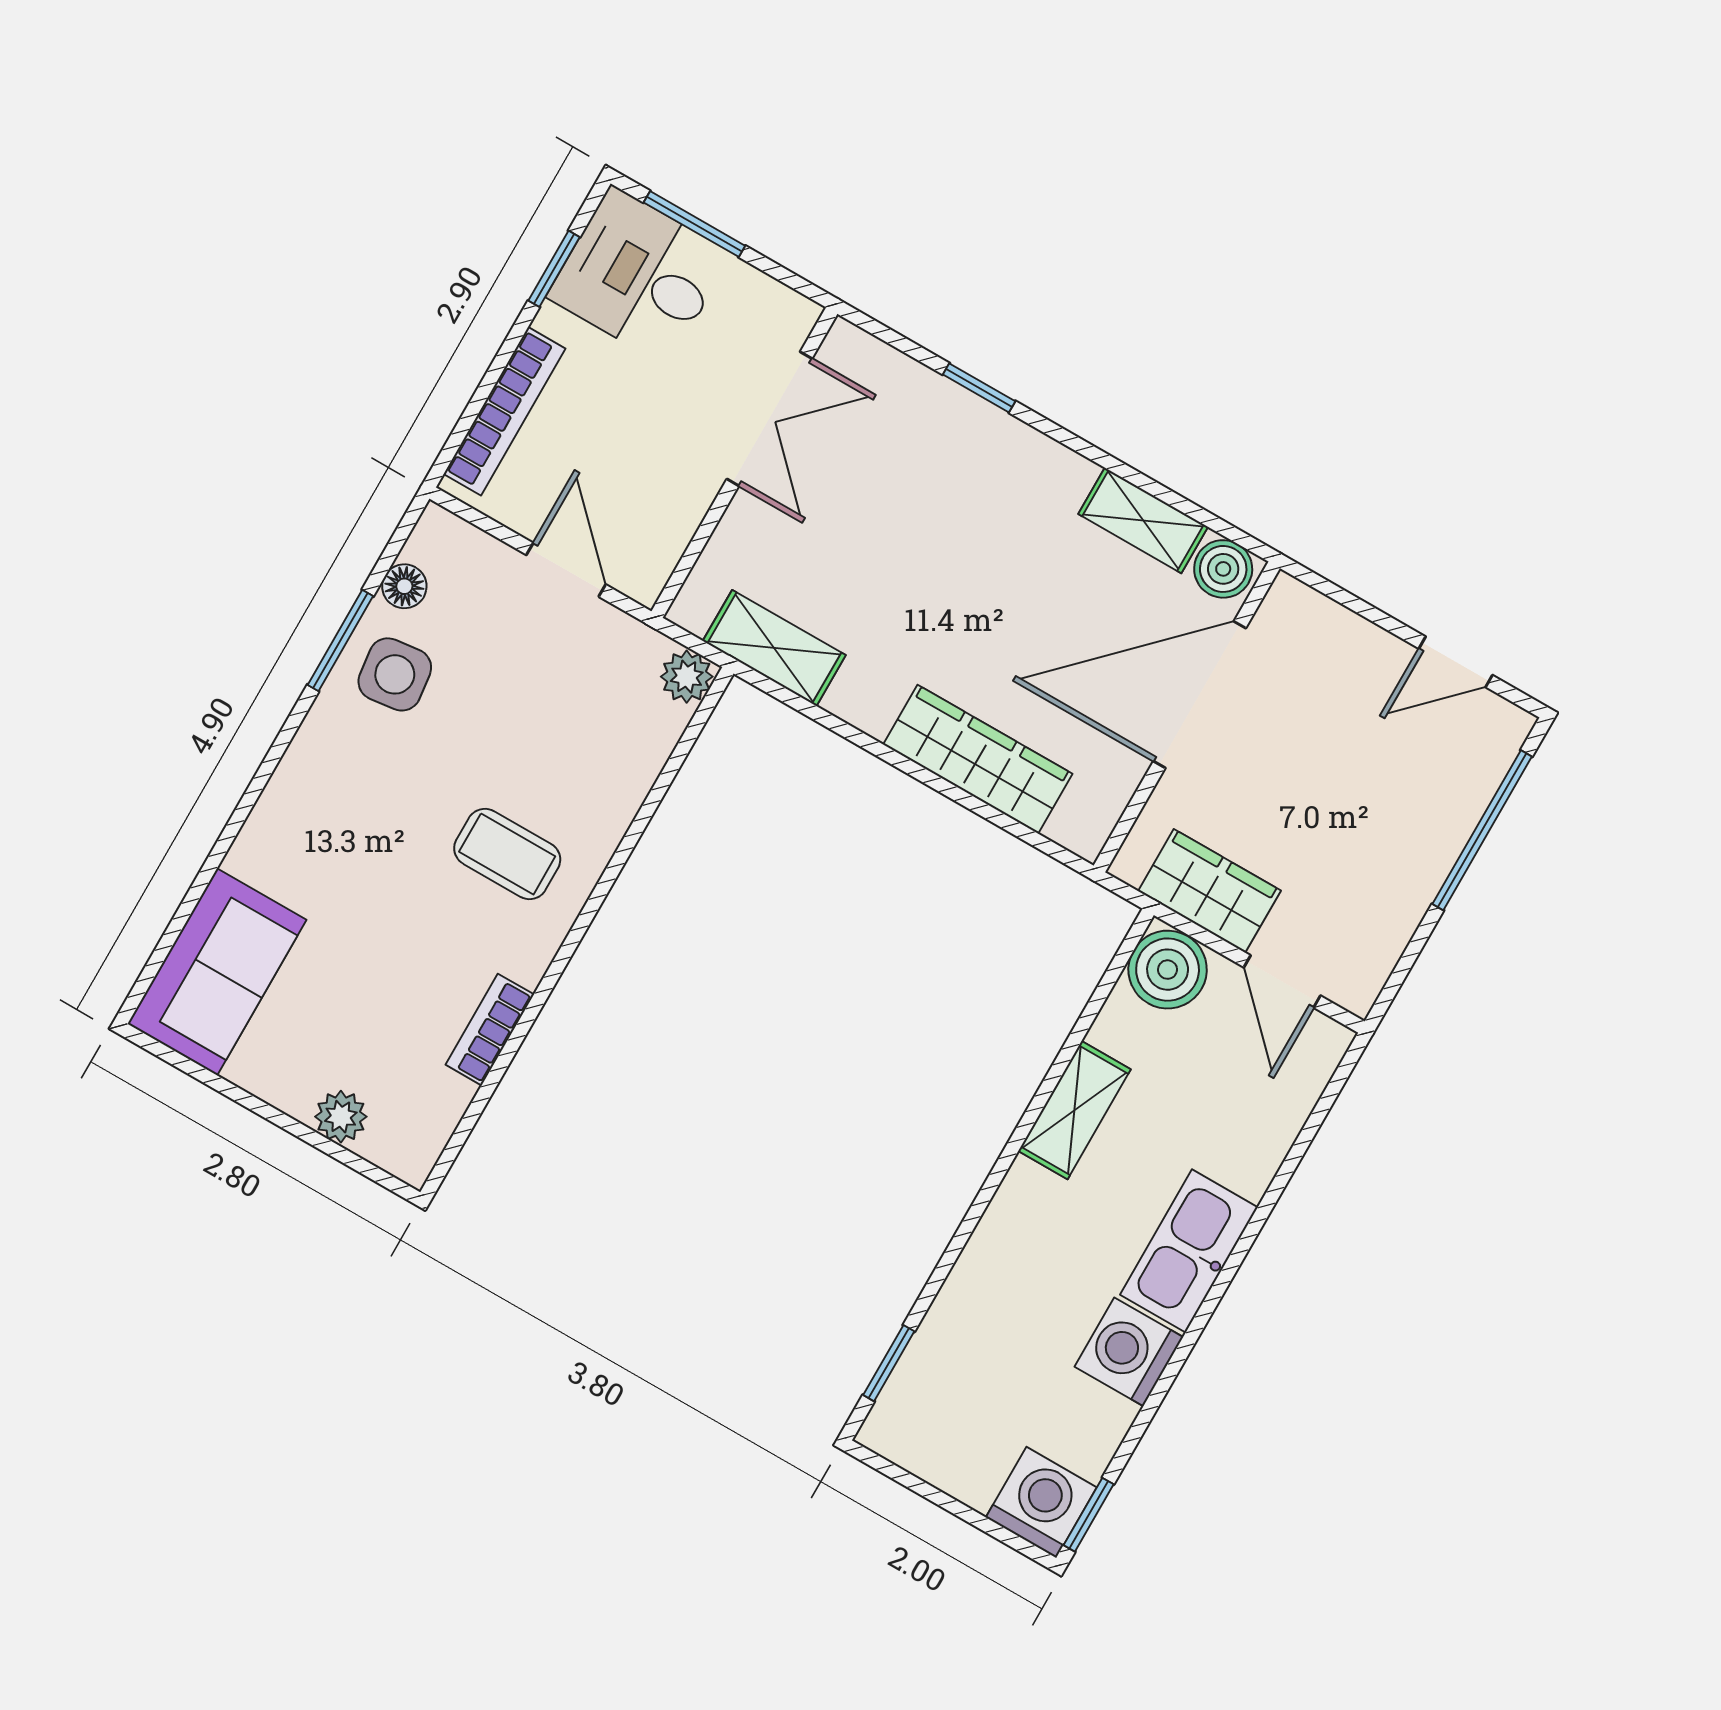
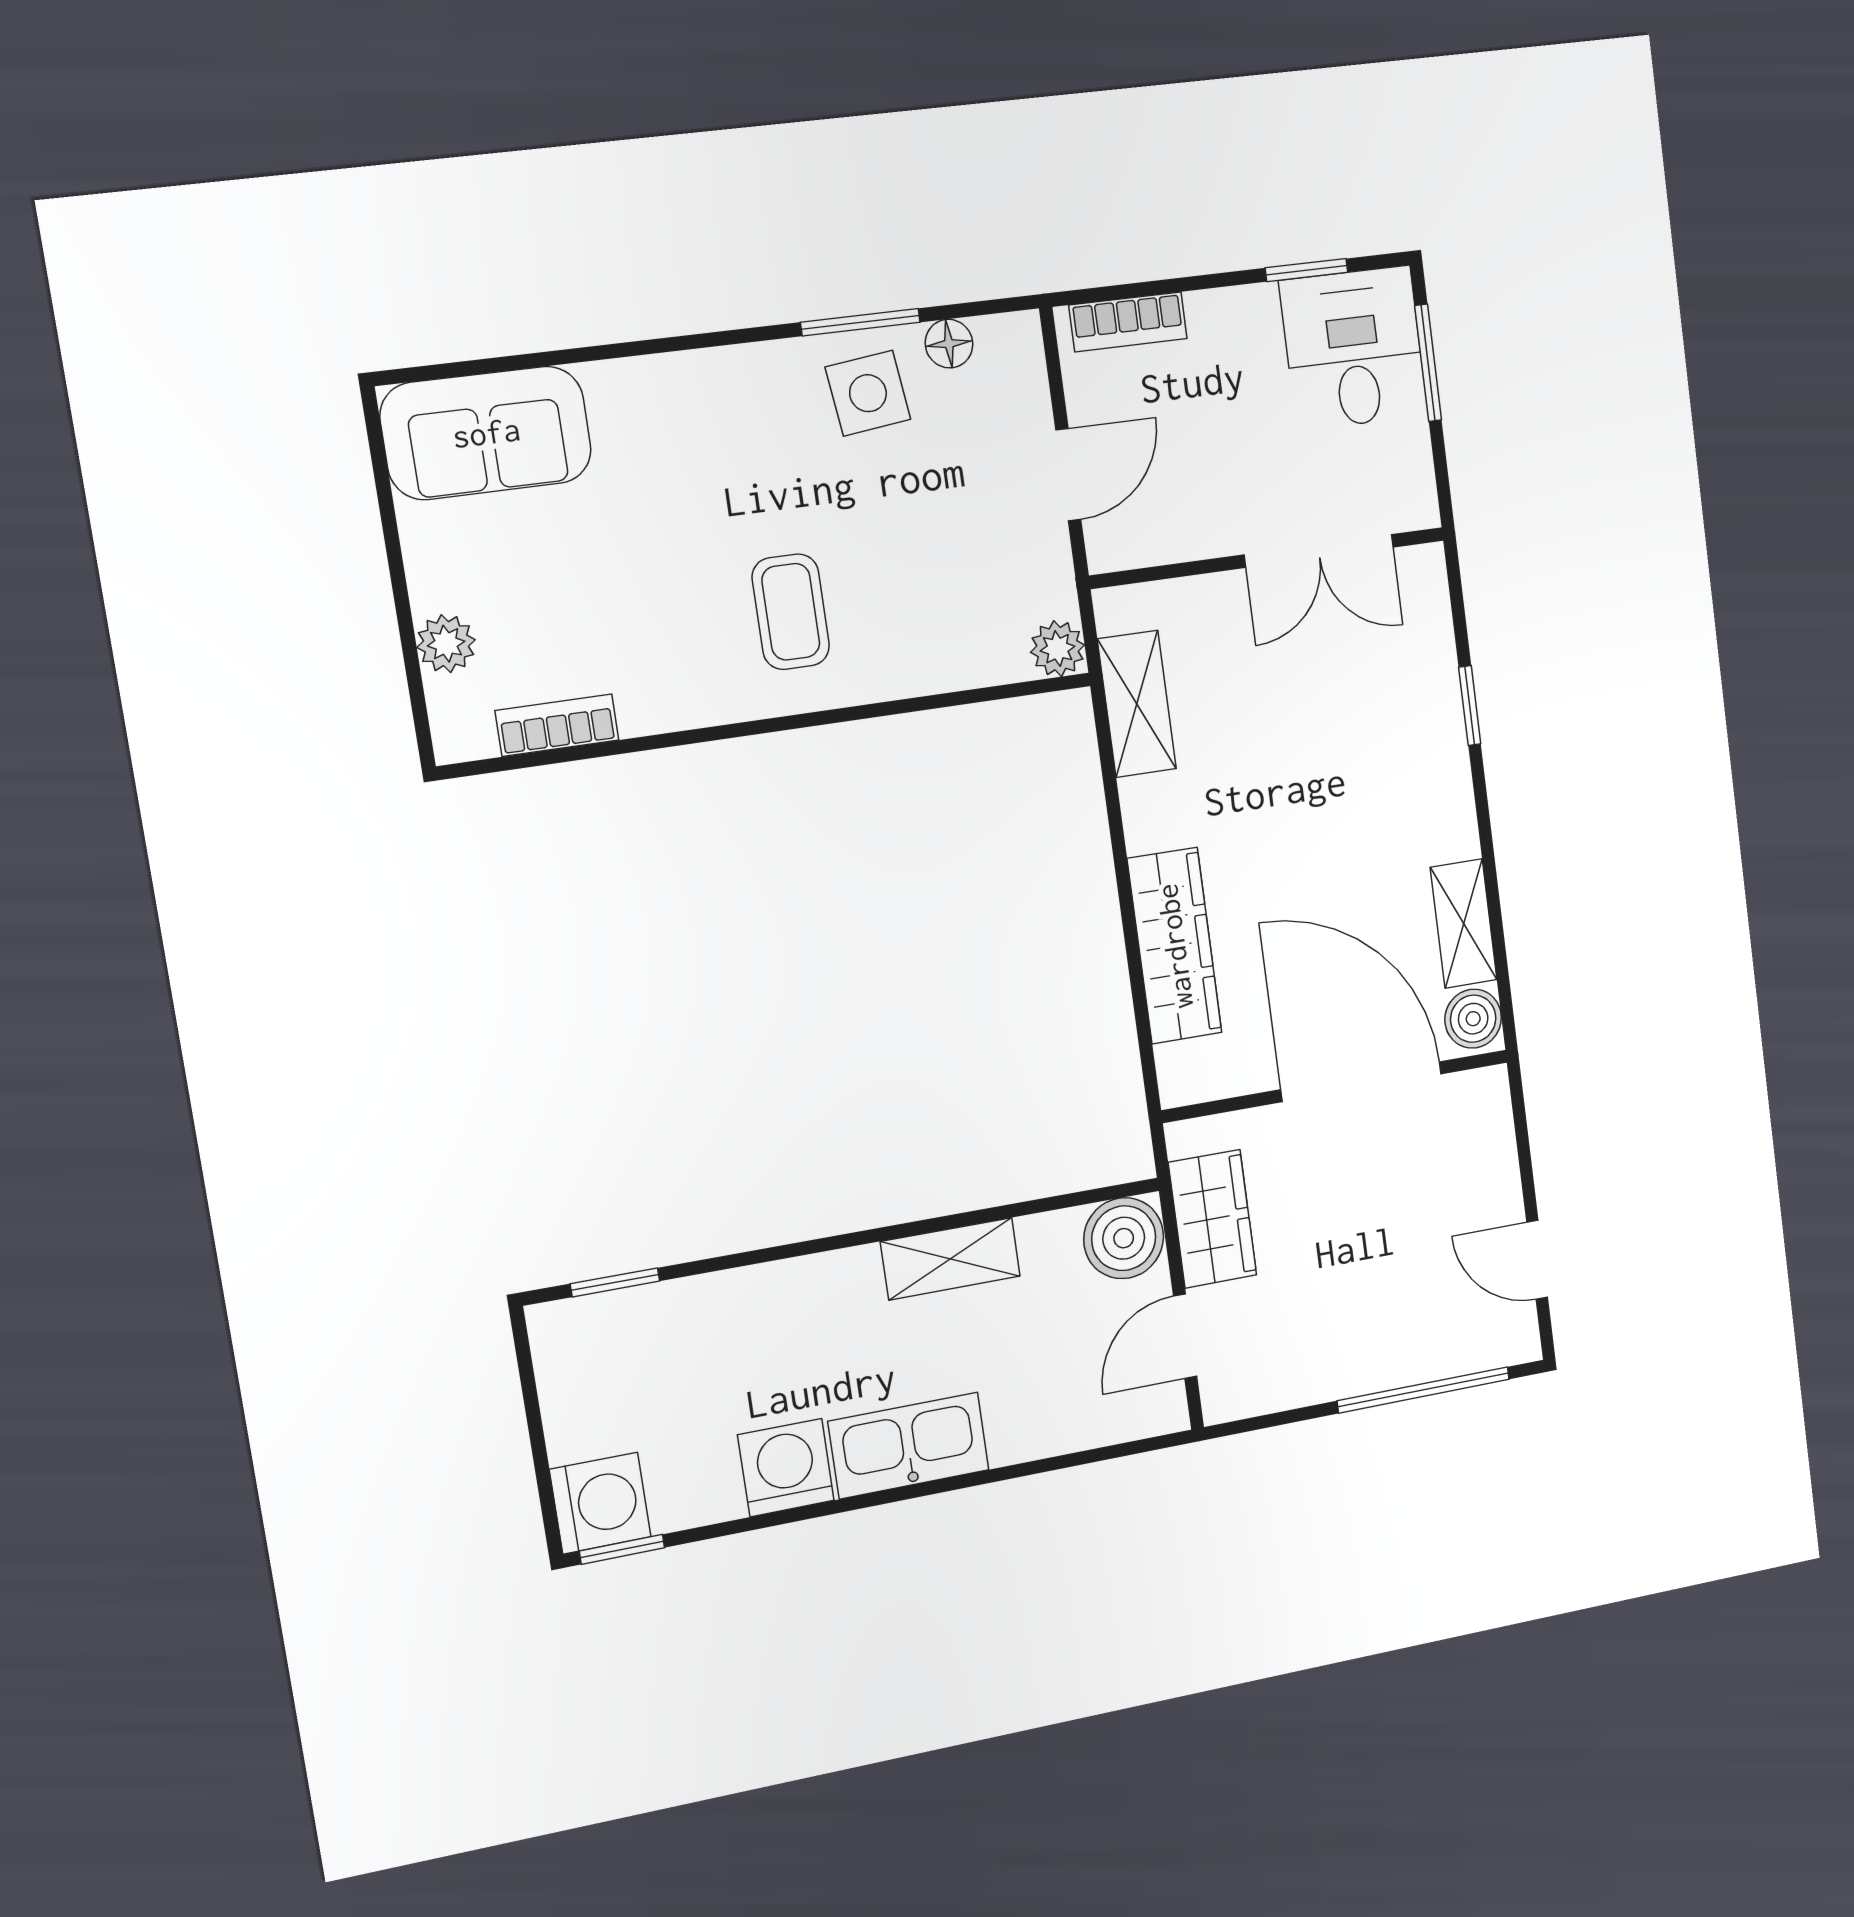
bookcase: (505, 411) -> (1128, 322), width x0.64
bookcase: (490, 1030) -> (557, 725), moved

